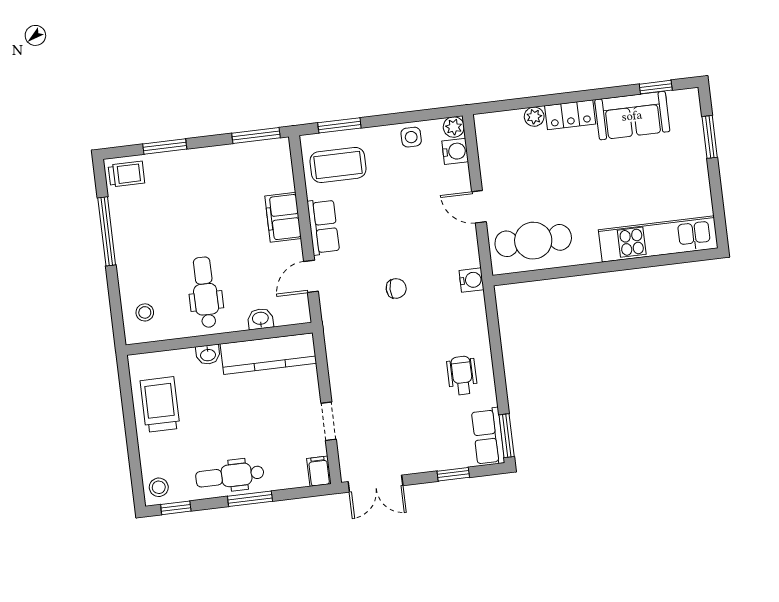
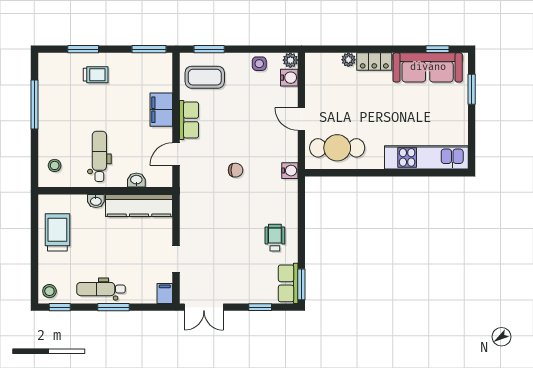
sofa: (632, 116) -> (428, 67), width x1.36
trolley: (126, 174) -> (96, 75), moved

